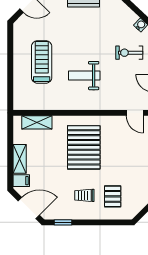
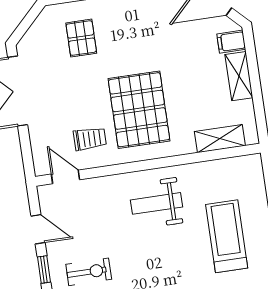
treadmill: (42, 62) -> (227, 236), turned 180
weight bench: (84, 76) -> (156, 203), moved, turned 180
trolley: (84, 195) -> (90, 139), moved

